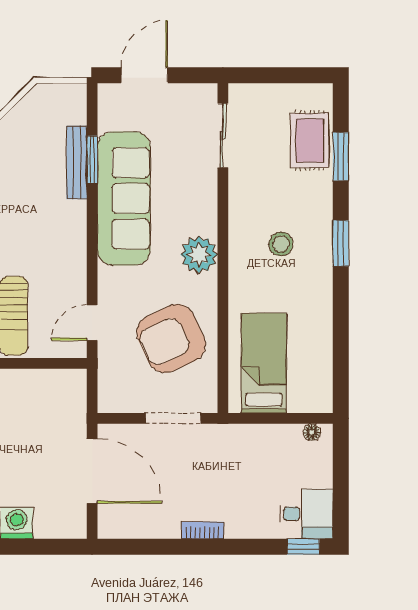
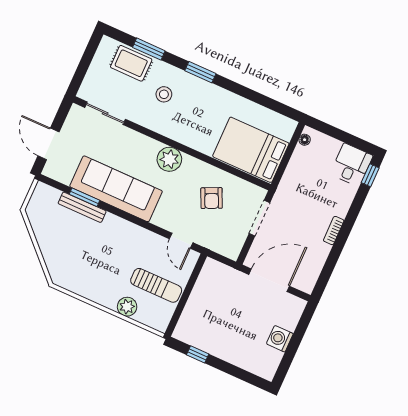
stool: (281, 244) -> (164, 94), moved
armchair: (171, 338) -> (212, 198), width x0.53, depth x0.53
bed: (264, 363) -> (251, 150), width x1.50

